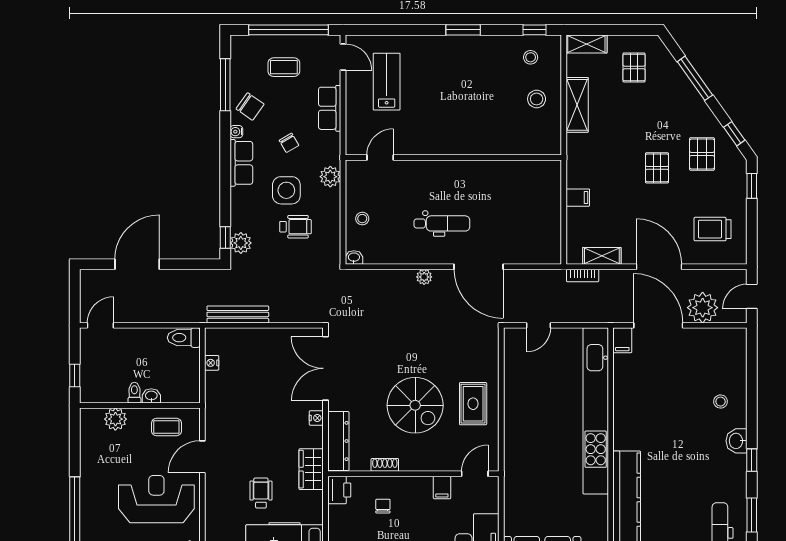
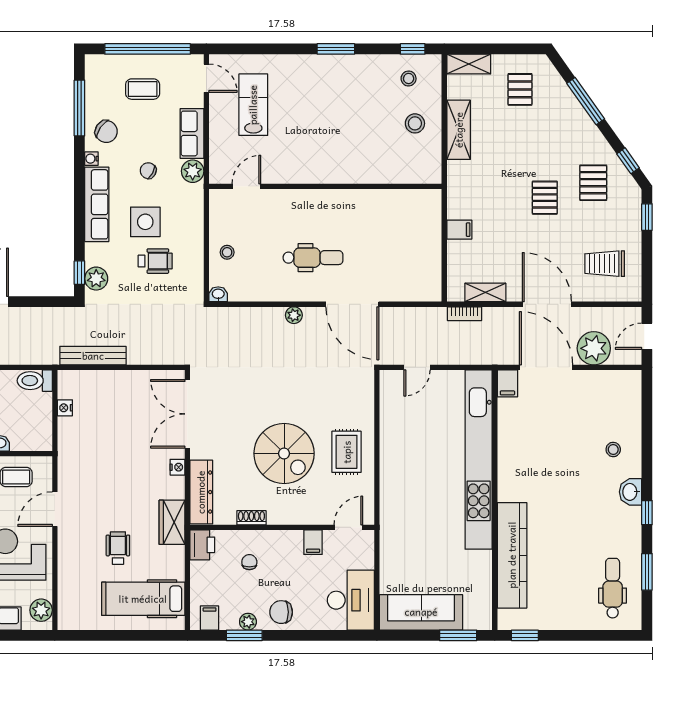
chair: (289, 143) -> (148, 171), turned 148
row of seats: (241, 163) -> (97, 204), width x1.48
plant: (330, 177) -> (193, 171), moved

